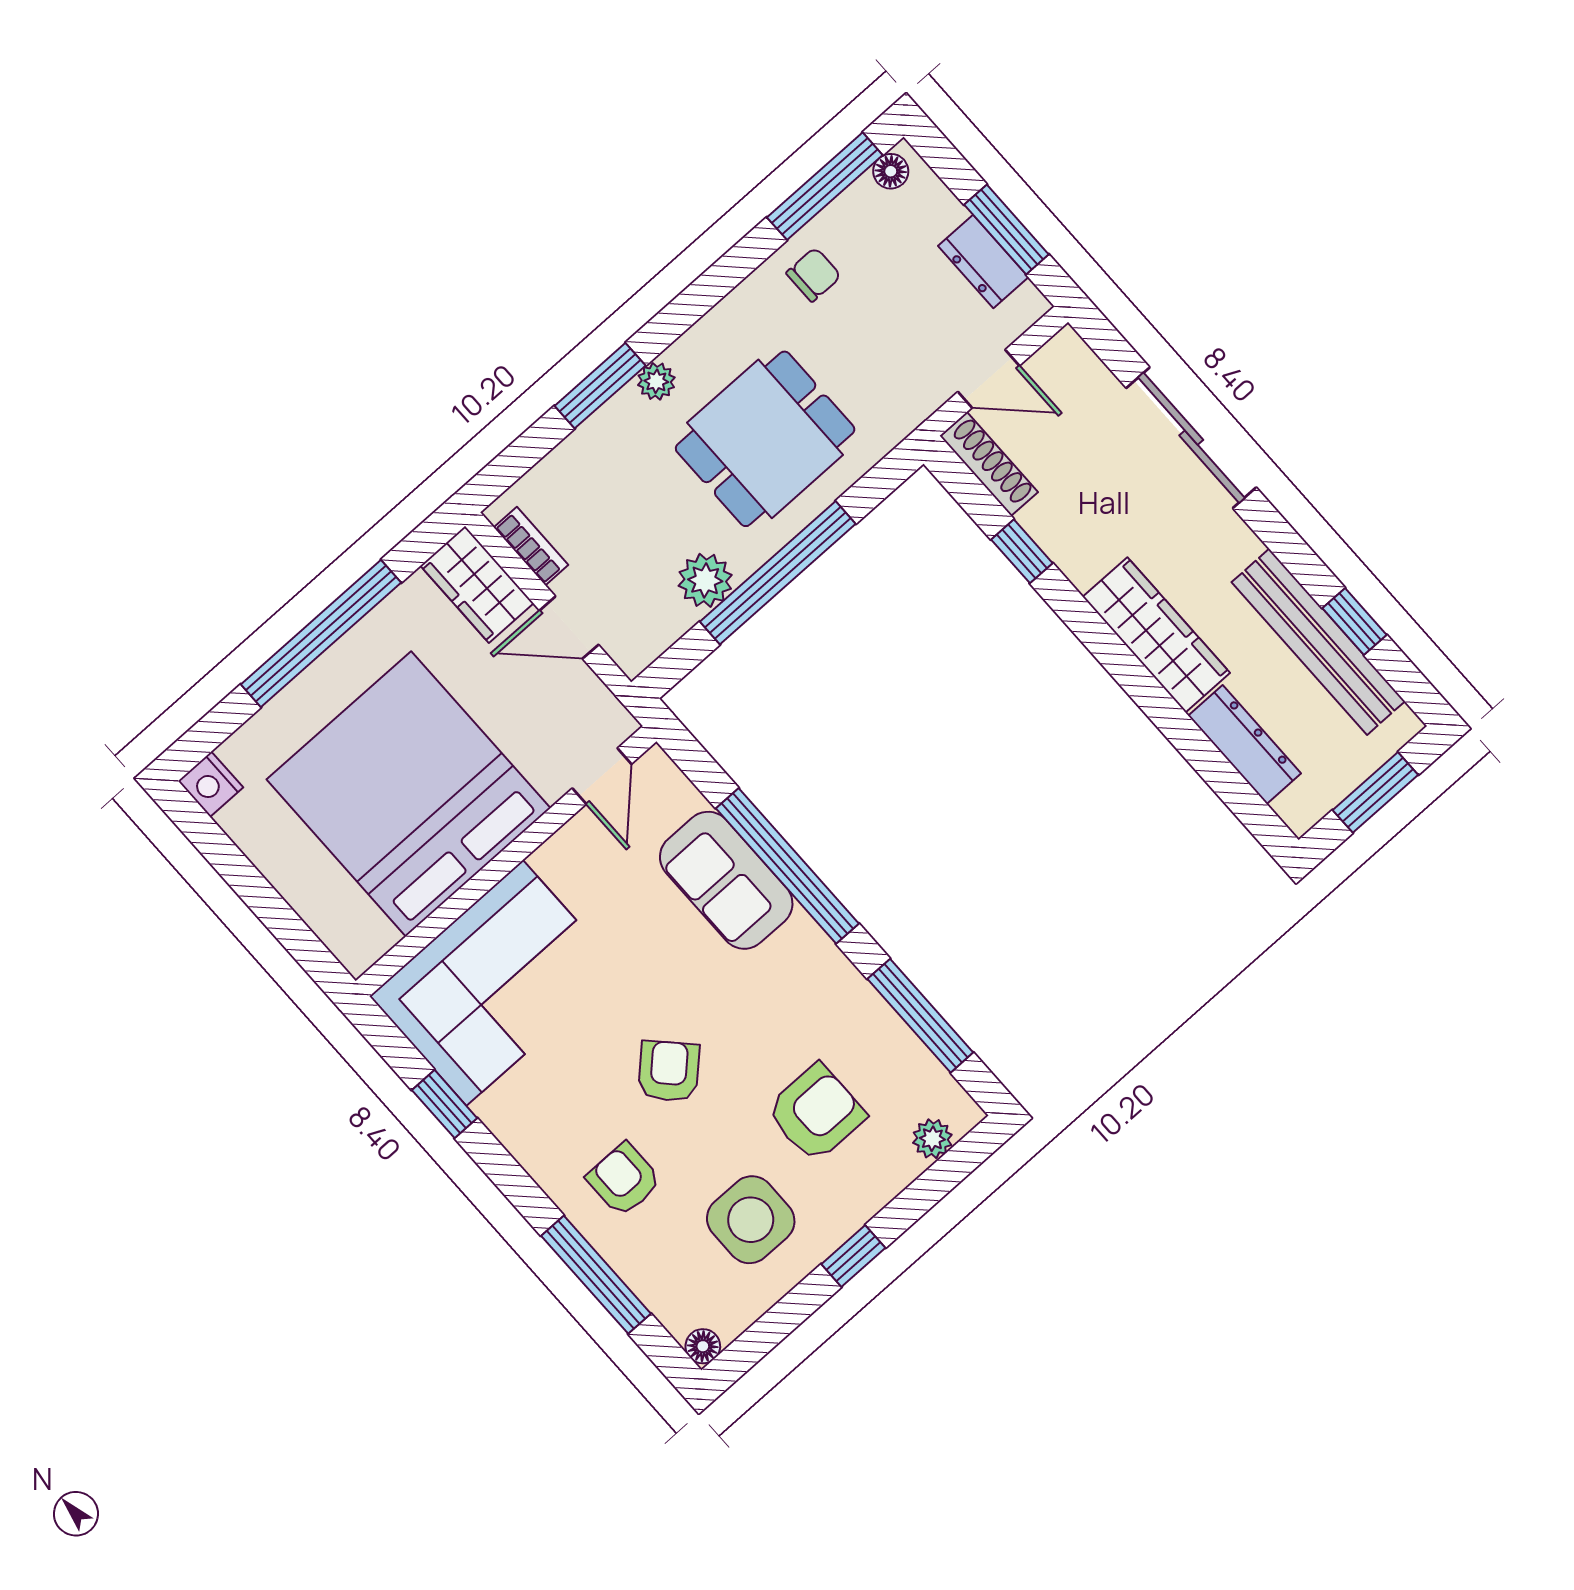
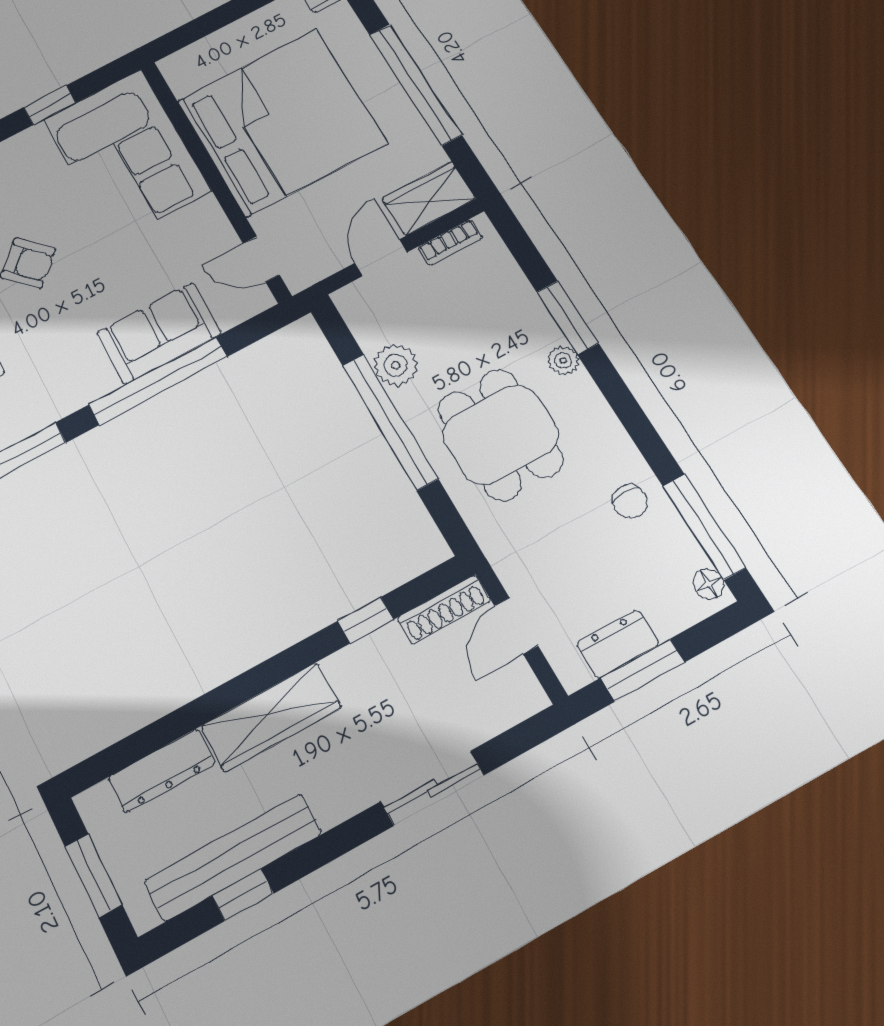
sliding door: (1191, 438) -> (432, 788), width x0.73

